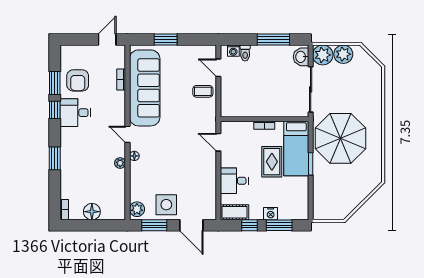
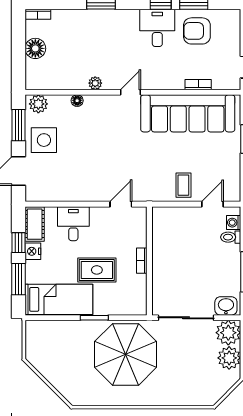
bed: (296, 148) -> (59, 299), moved, turned 180
floor lamp: (134, 156) -> (77, 101), moved
nightstand: (271, 214) -> (33, 251), moved

